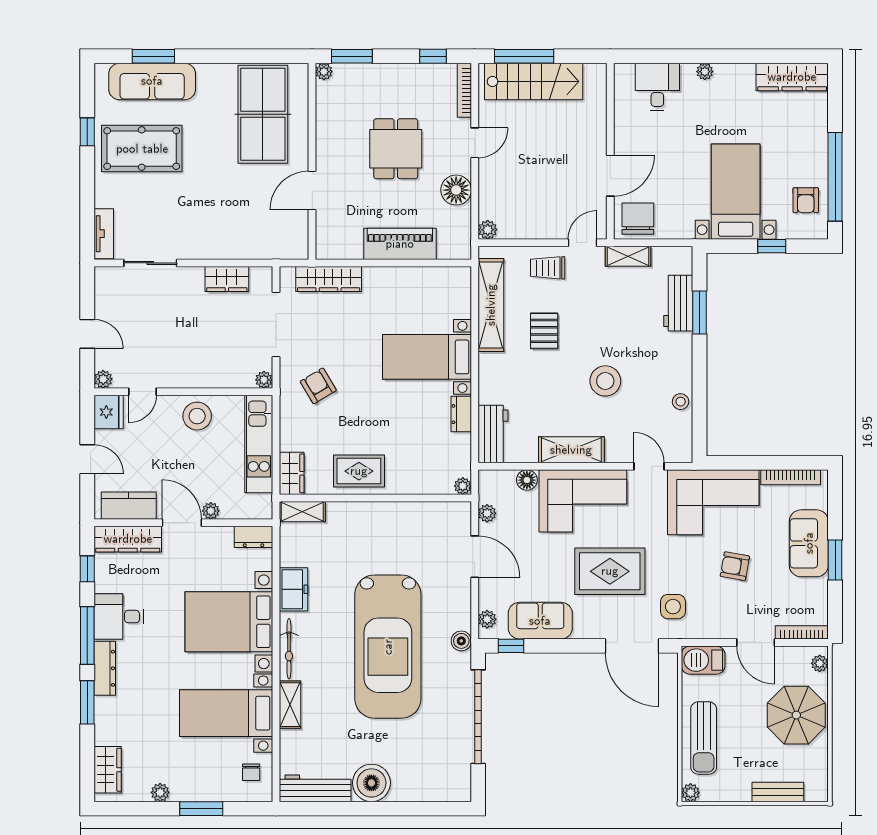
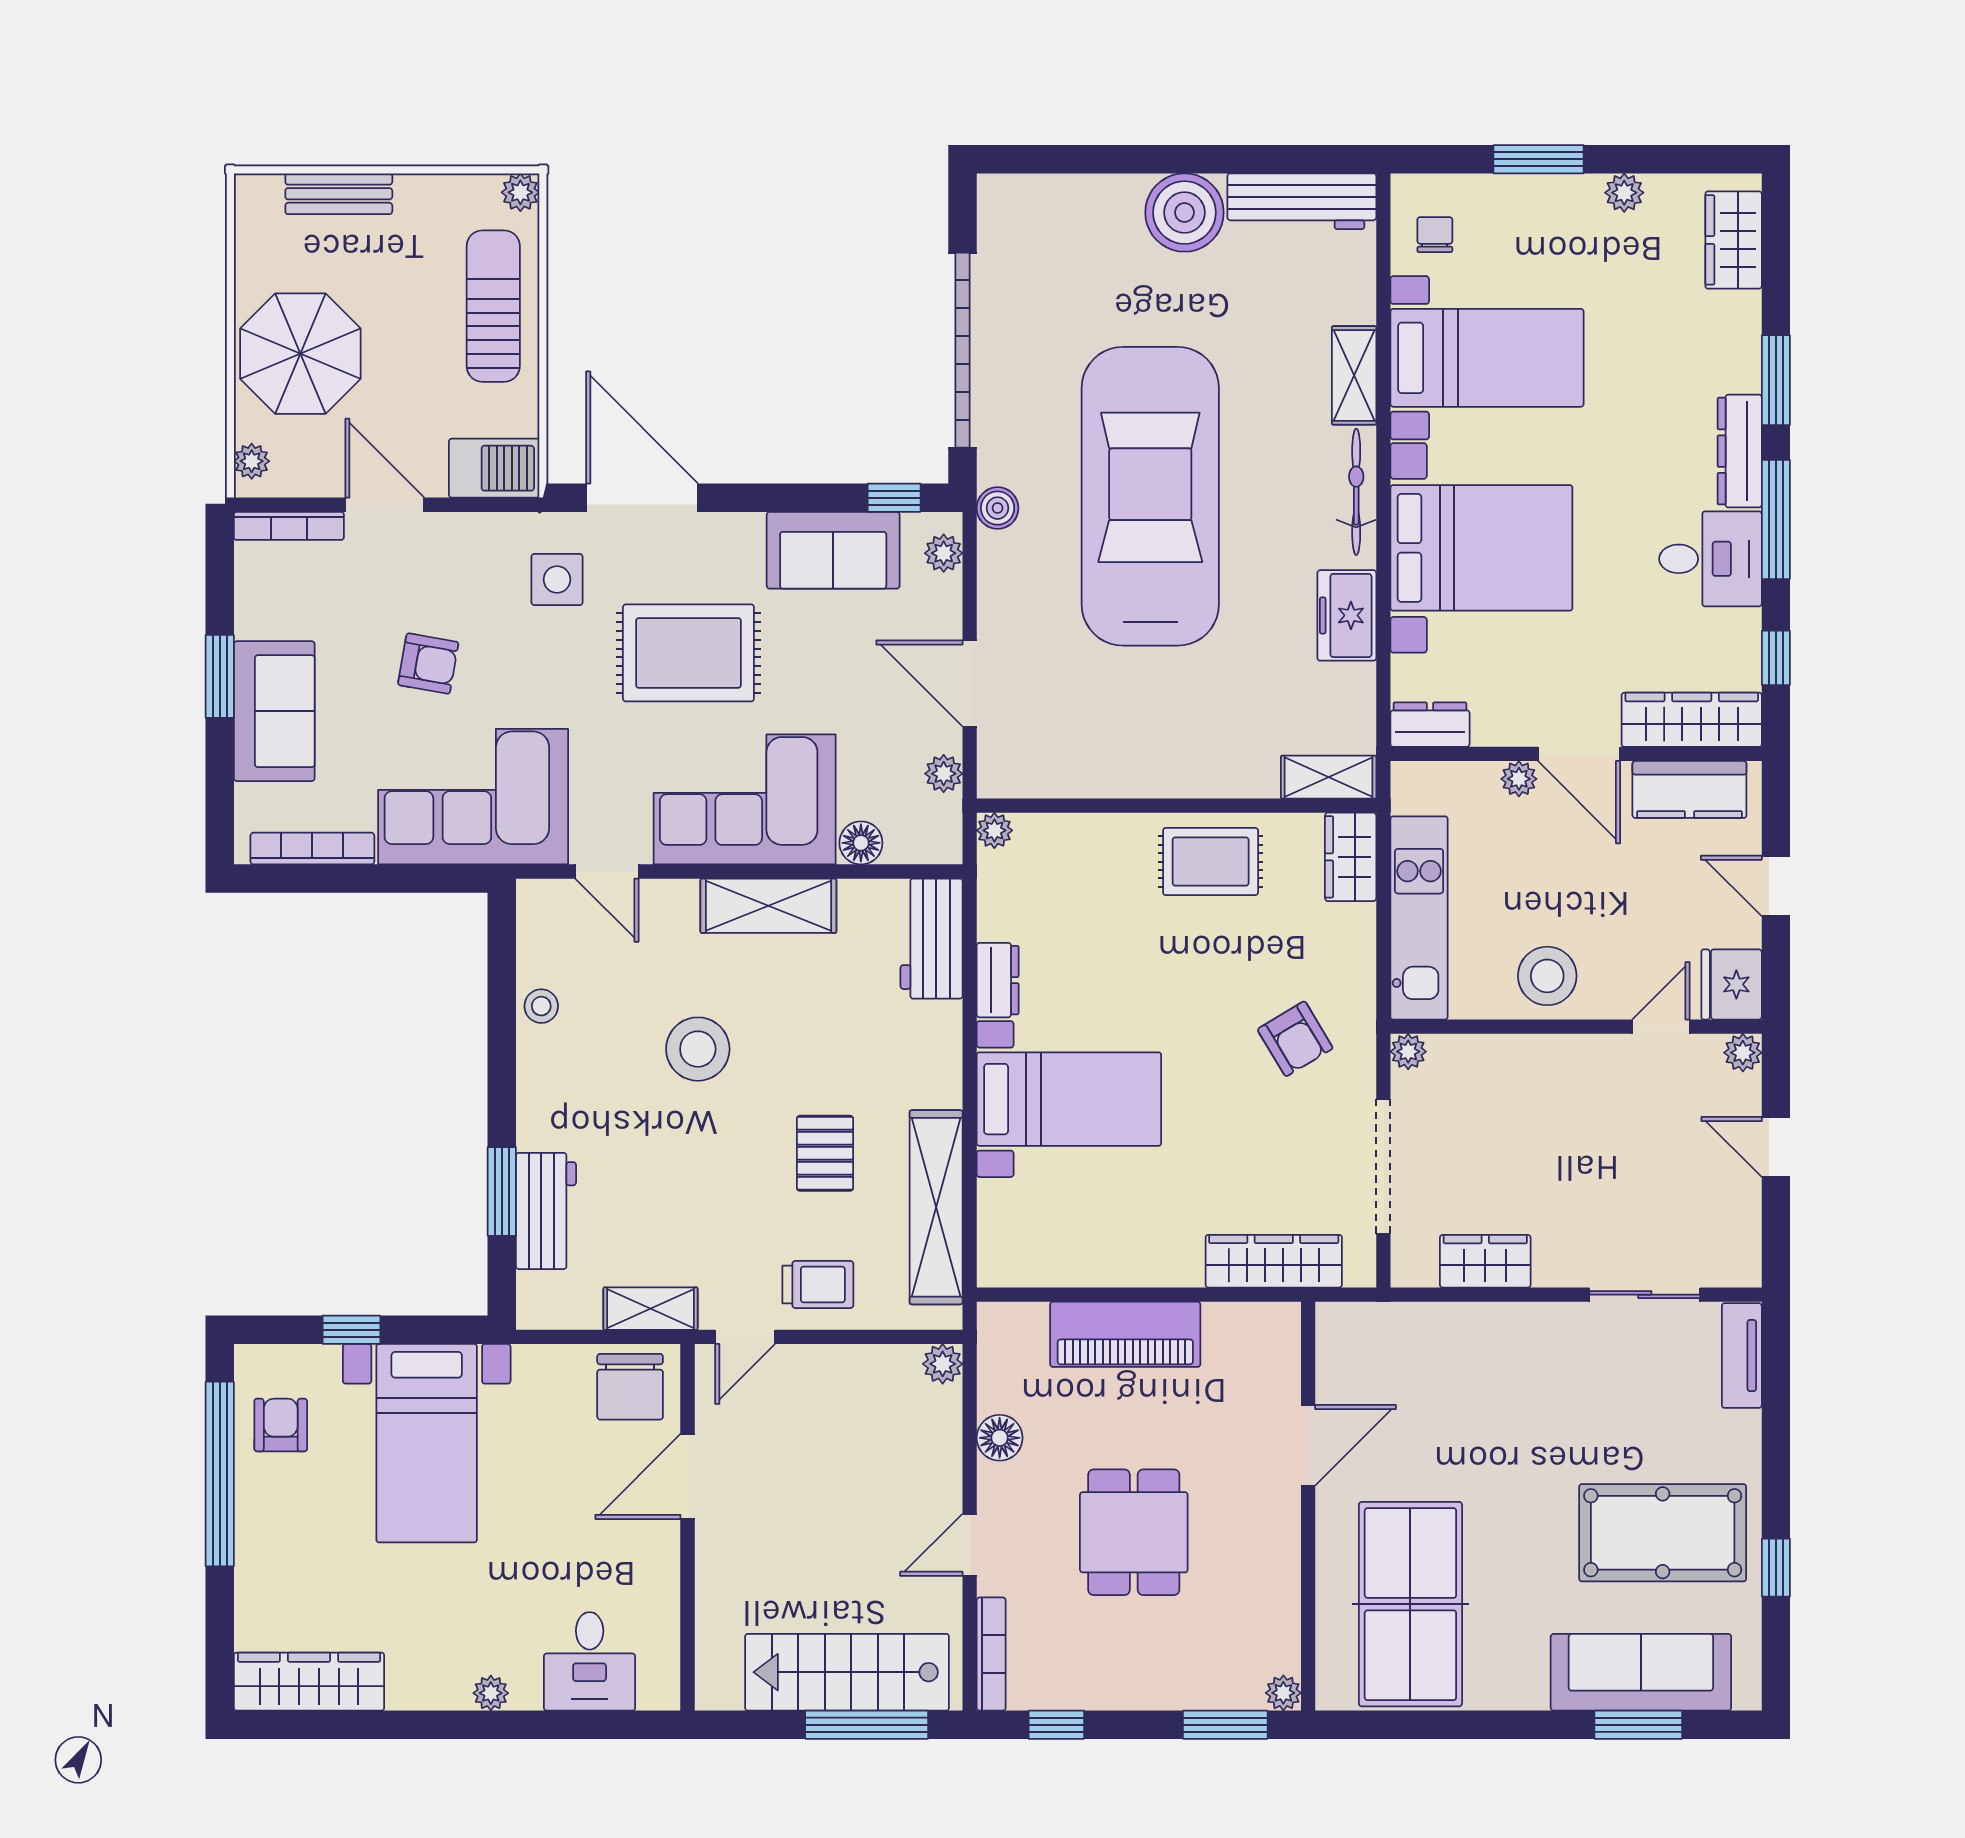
floor lamp: (456, 190) -> (1000, 1438), width x0.73, depth x0.73

